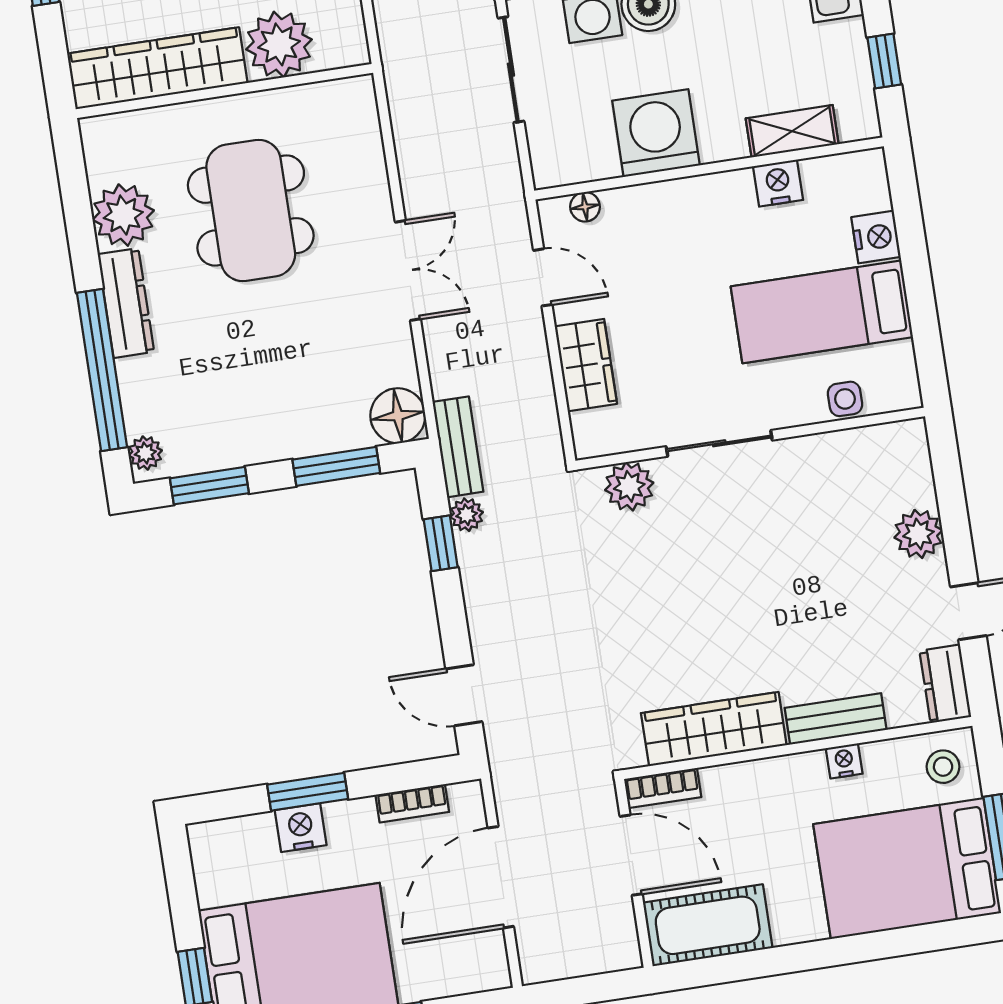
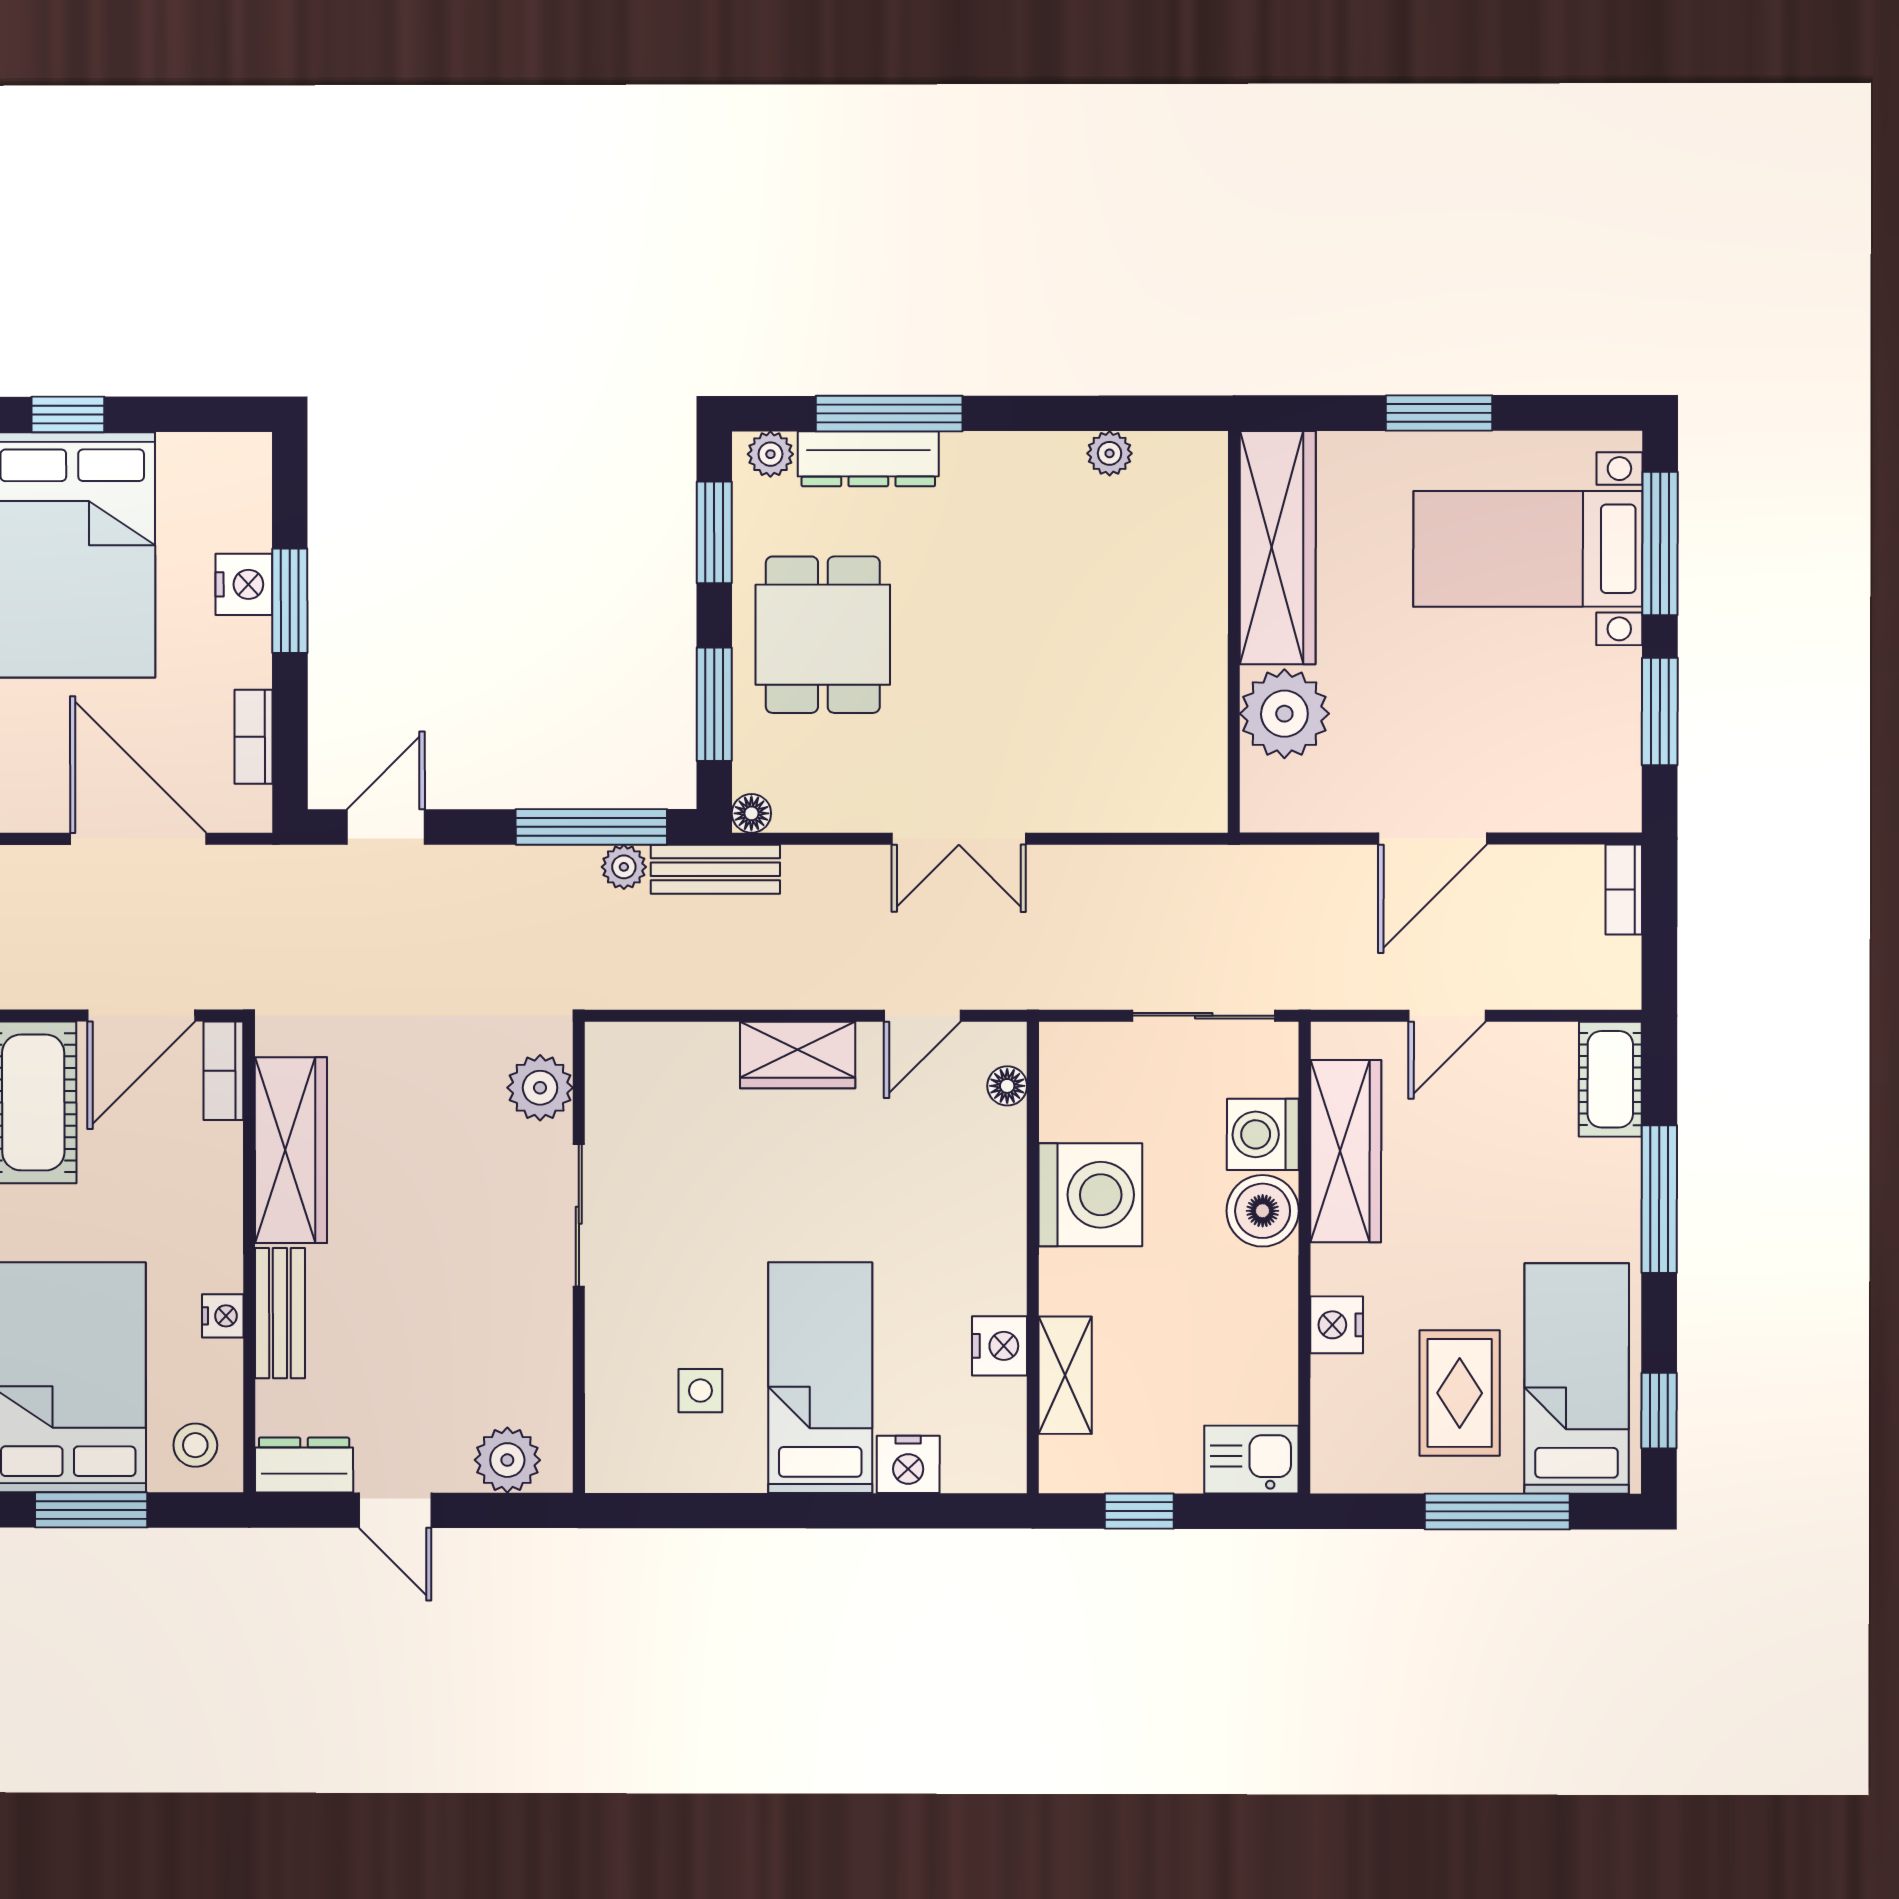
dining table: (251, 210) -> (823, 635), moved, width x0.73
plant: (123, 215) -> (1110, 453), width x0.53, depth x0.53
dresser: (126, 303) -> (868, 459), moved
window: (102, 370) -> (889, 414), width x0.68
floor lamp: (398, 416) -> (751, 813), width x0.53, depth x0.53
wall: (750, 439) -> (579, 1257), moved
sliding door: (719, 443) -> (579, 1215), moved
plant: (629, 486) -> (540, 1088), moved
window: (441, 543) -> (591, 827), width x2.17

